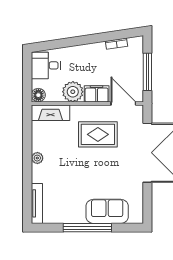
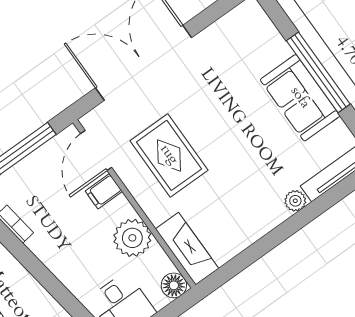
filing cabinet: (97, 94) -> (104, 191), width x0.50
plant: (37, 158) -> (295, 201), moved
sofa: (107, 211) -> (300, 98), moved

